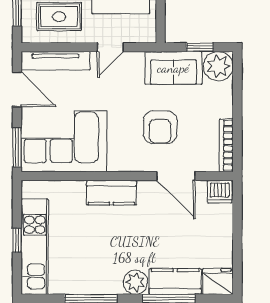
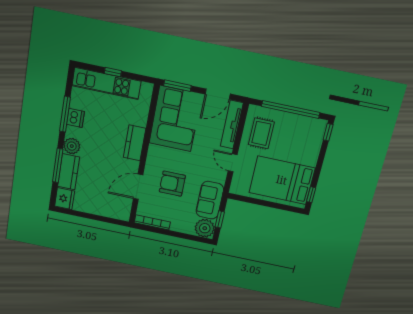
dishwasher: (220, 192) -> (75, 118), moved, turned 180

